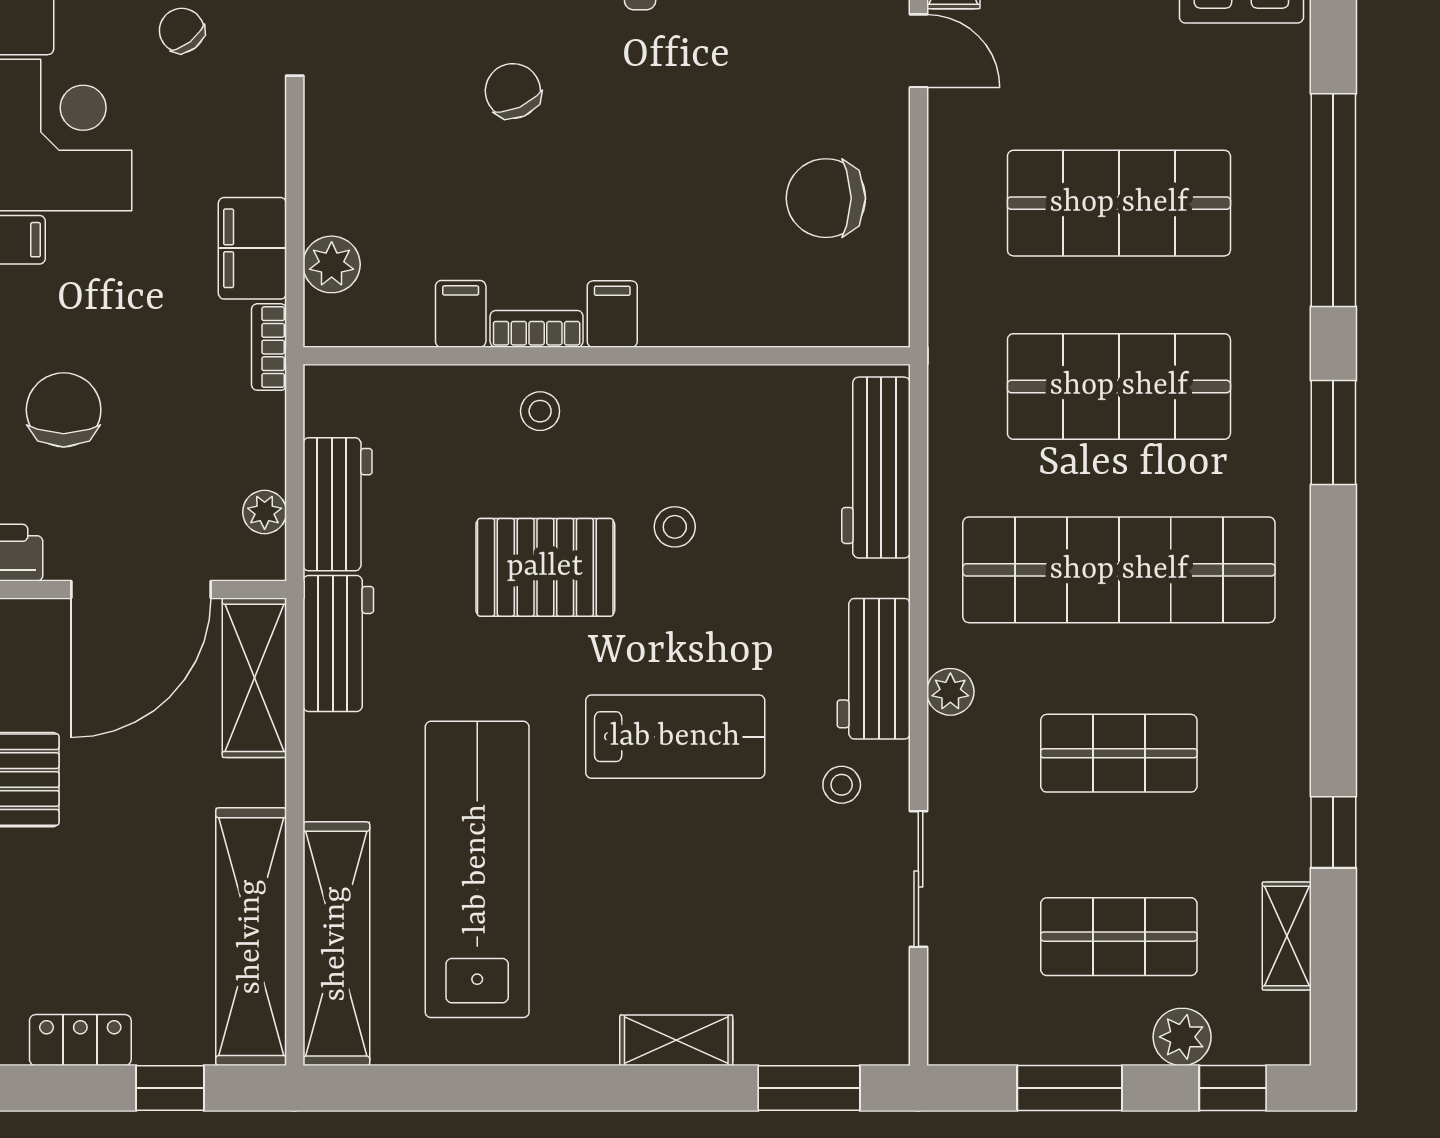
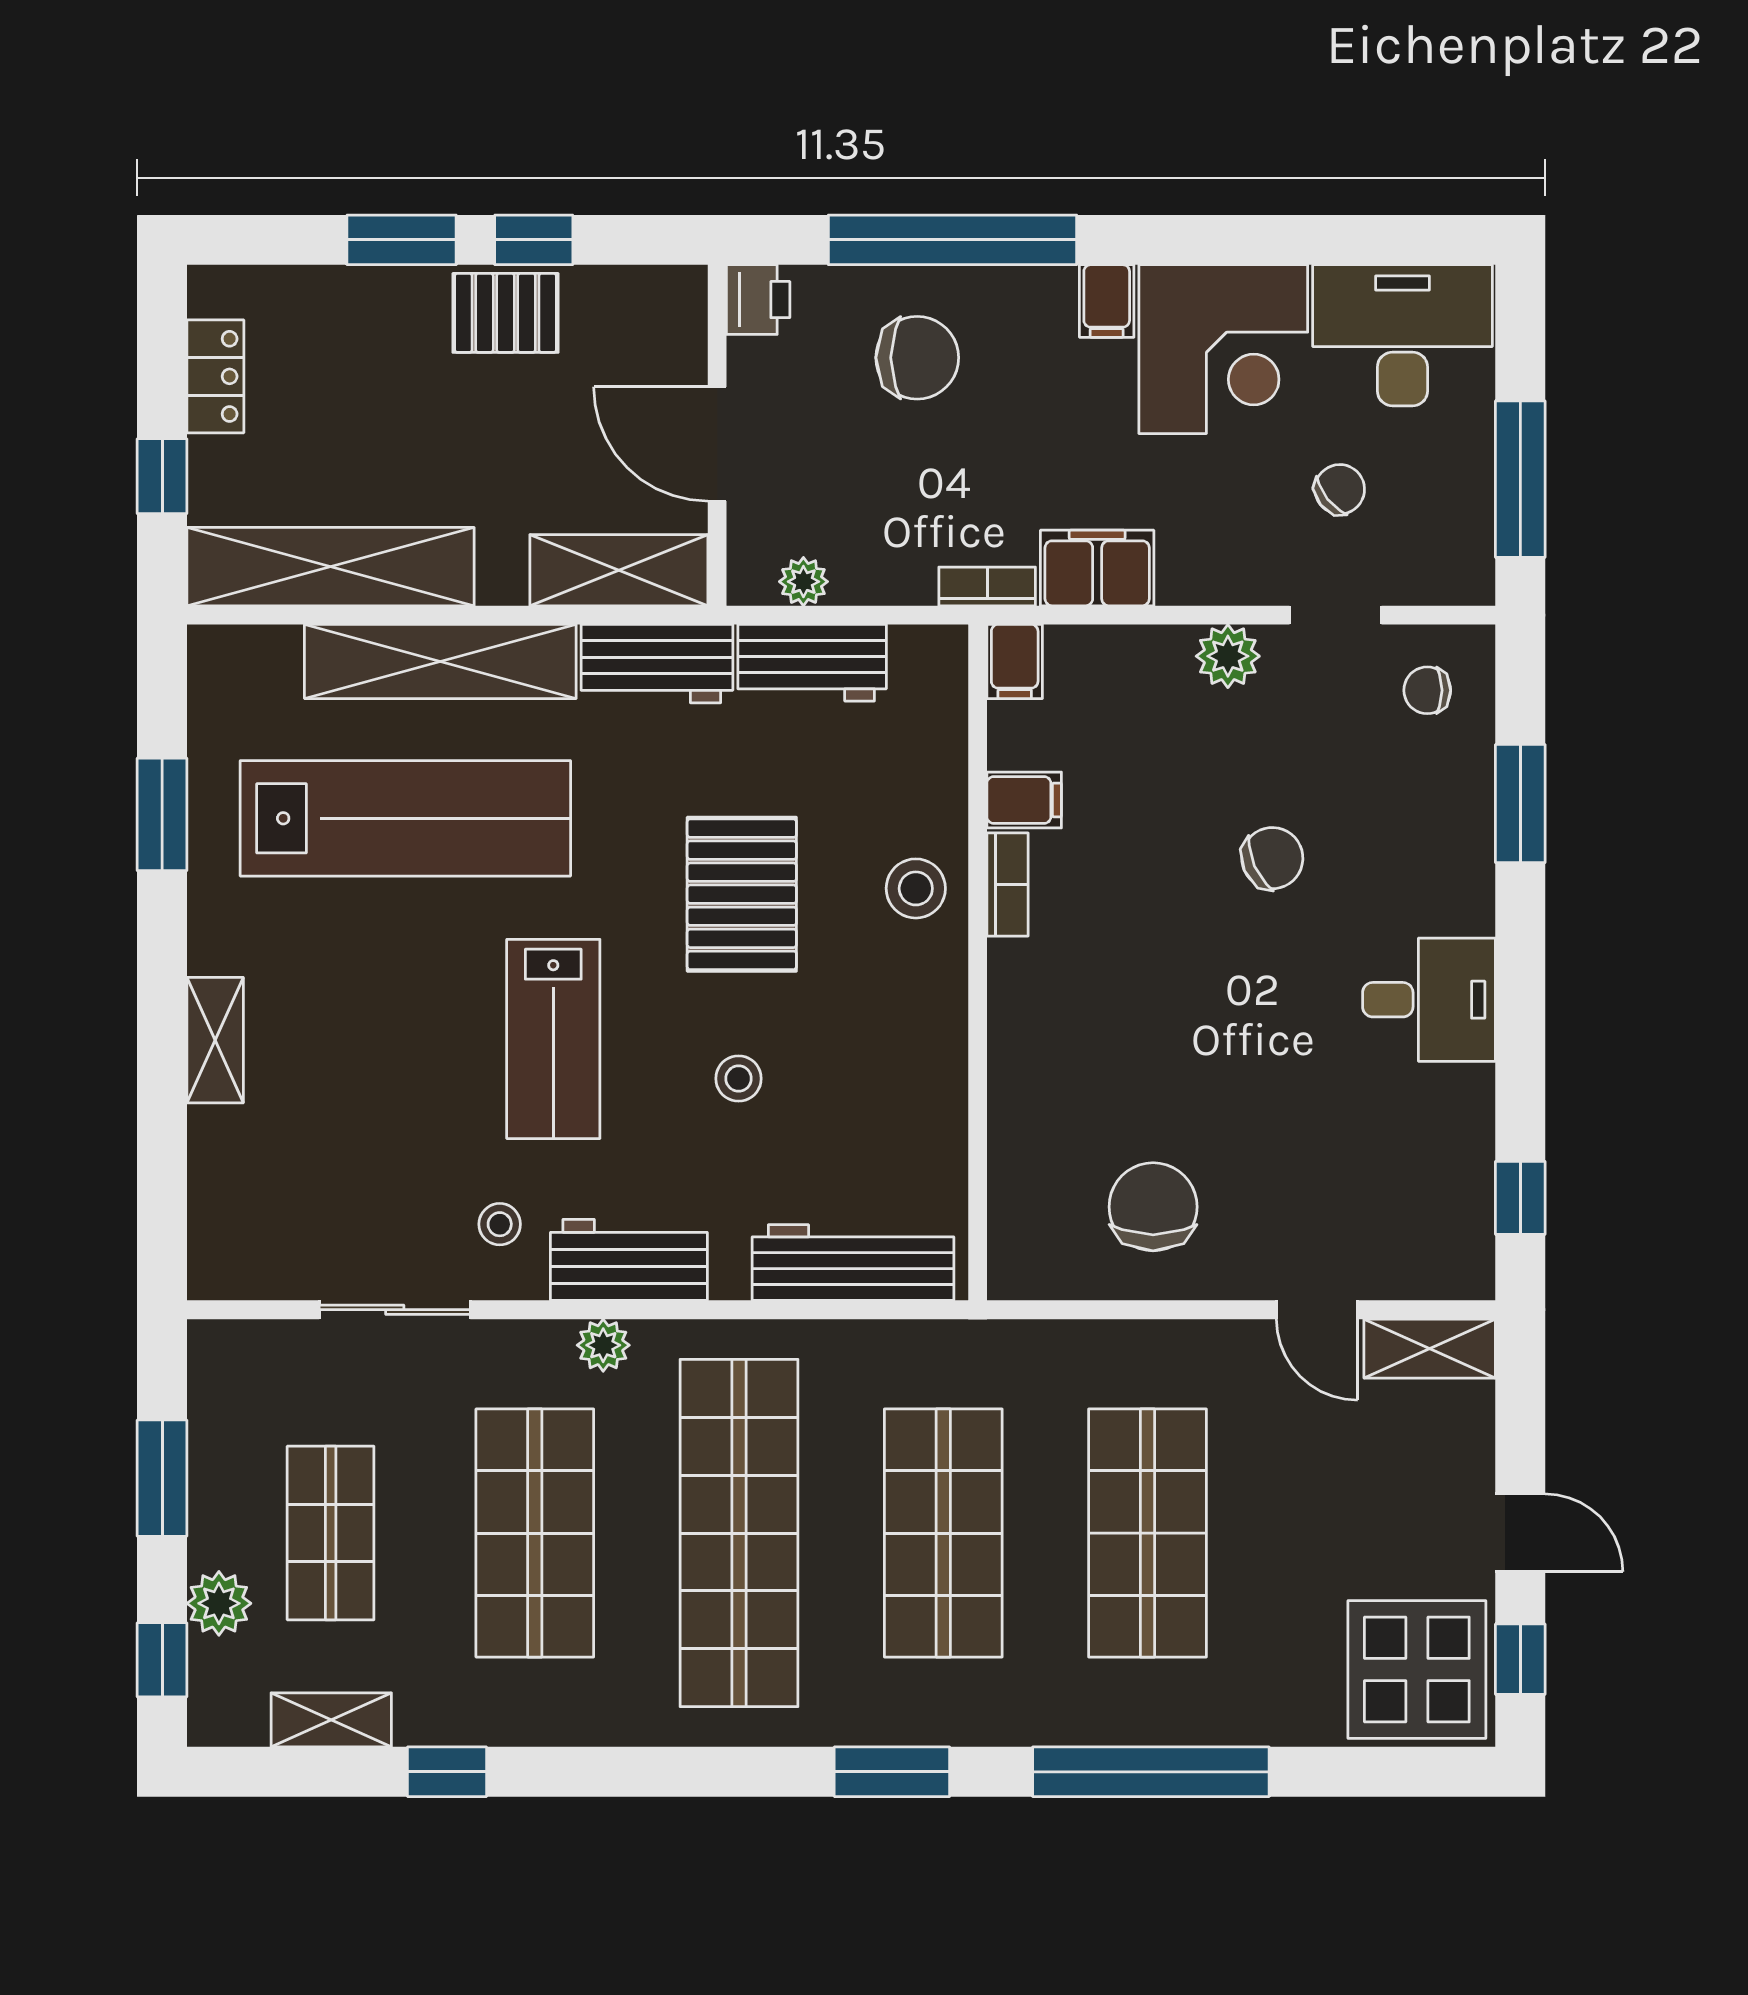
door: (918, 51) -> (1317, 1310), hinge flipped
plant: (332, 264) -> (1228, 656), moved
filing cabinet: (612, 314) -> (1015, 661), moved, turned 90
stool: (540, 411) -> (916, 888), width x1.37, depth x1.37
stool: (675, 527) -> (739, 1079), moved
door: (141, 590) -> (717, 444), width x0.73
shop shelf: (1119, 753) -> (535, 1533), width x1.43, depth x1.36
shelving: (336, 944) -> (440, 661), moved
window: (809, 1088) -> (162, 814), moved

